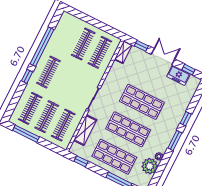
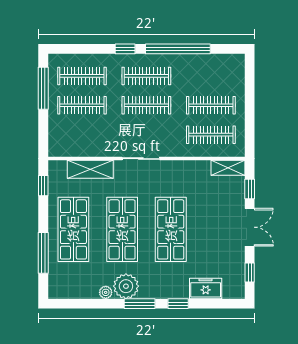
freezer: (178, 75) -> (206, 288), moved, turned 90
clothes rail: (63, 125) -> (146, 105), moved
plant: (150, 166) -> (126, 286), moved

